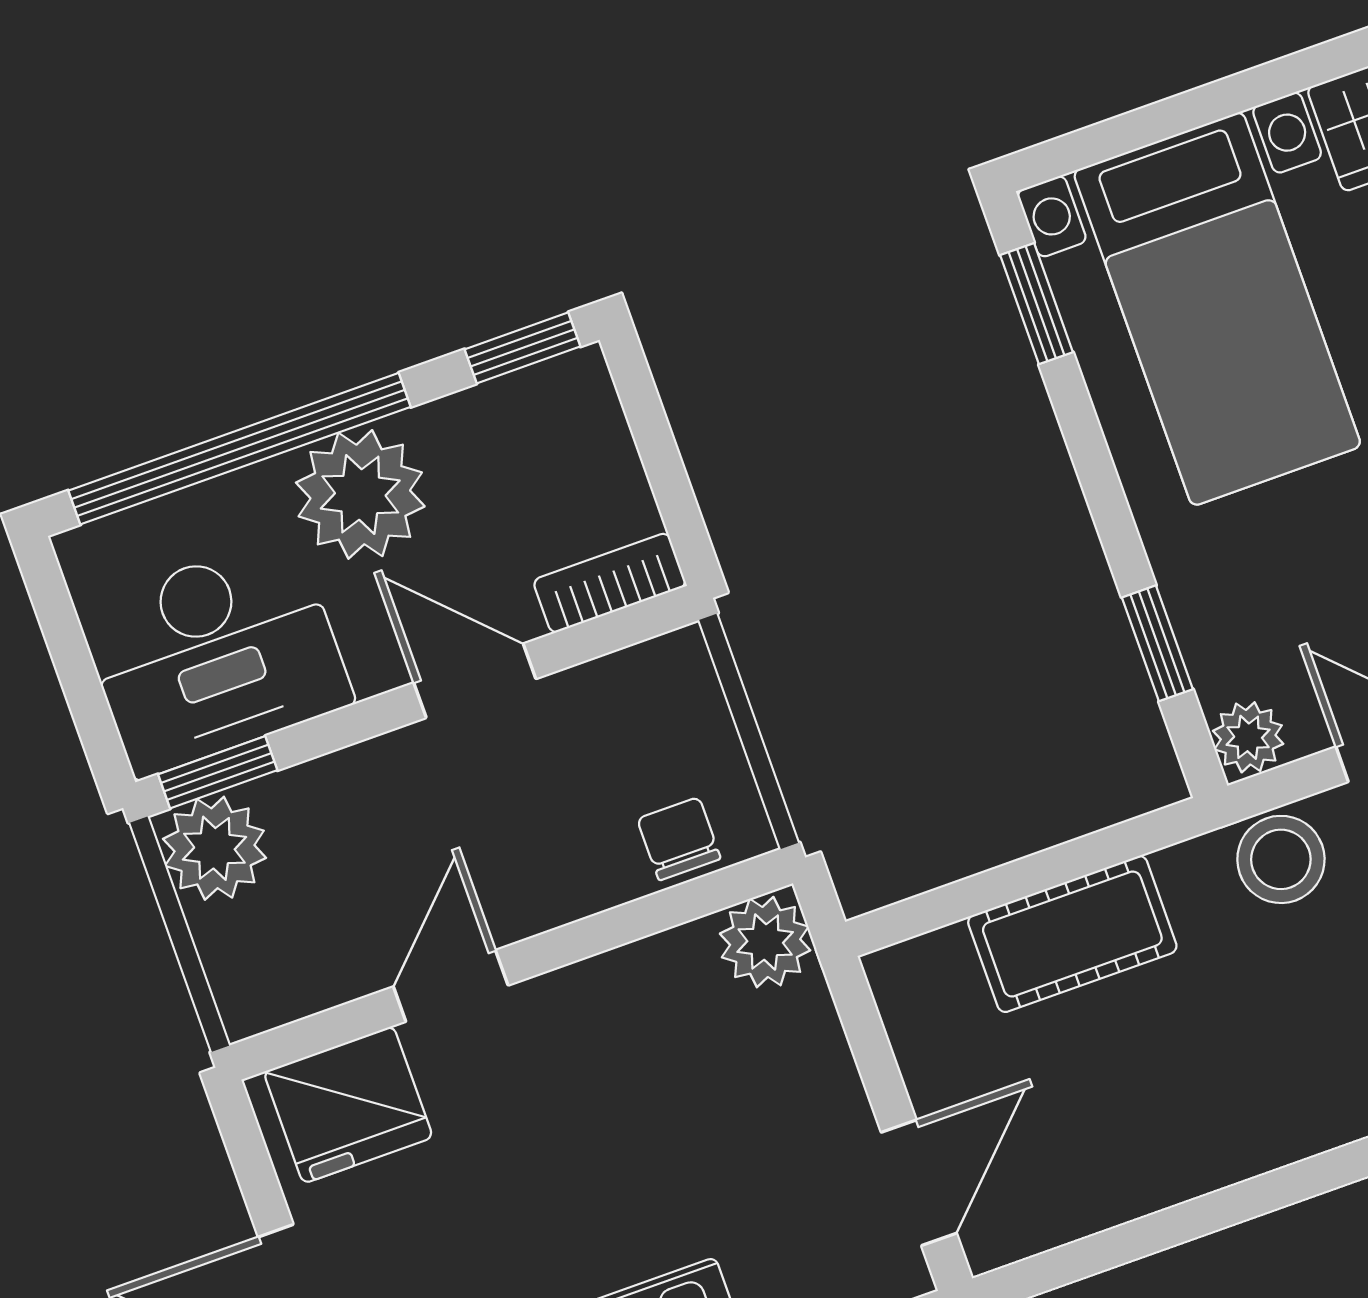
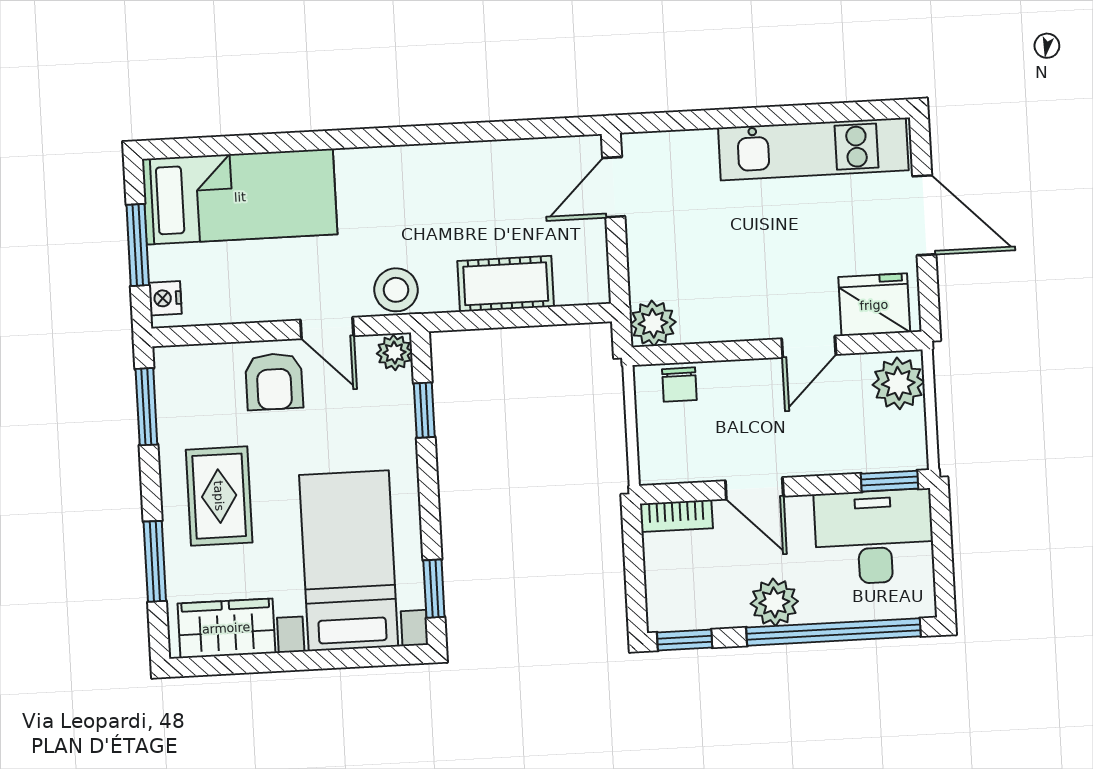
plant: (360, 494) -> (774, 602), width x0.73, depth x0.73
plant: (214, 848) -> (898, 383), moved

